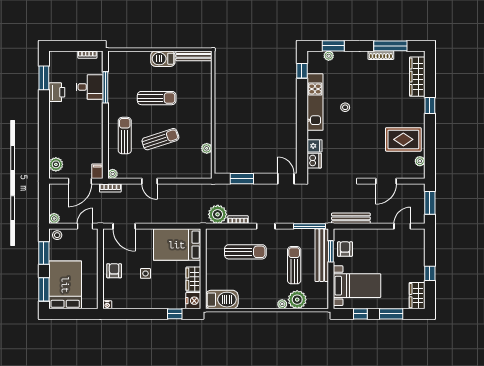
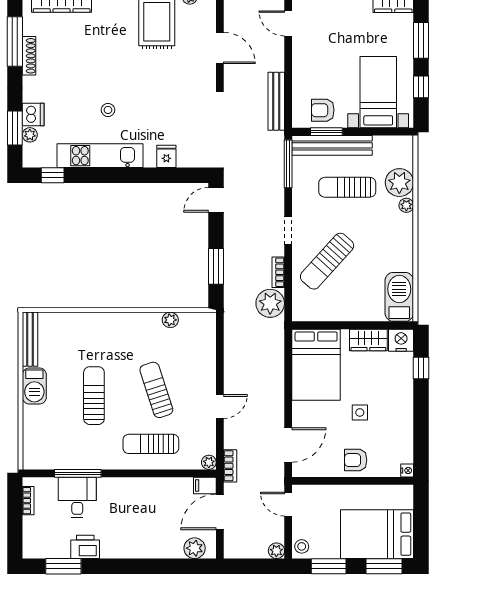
dishwasher: (314, 161) -> (33, 115), moved, turned 90
door: (80, 181) -> (220, 512), swing flipped
sun lounger: (245, 252) -> (327, 261), turned -138

